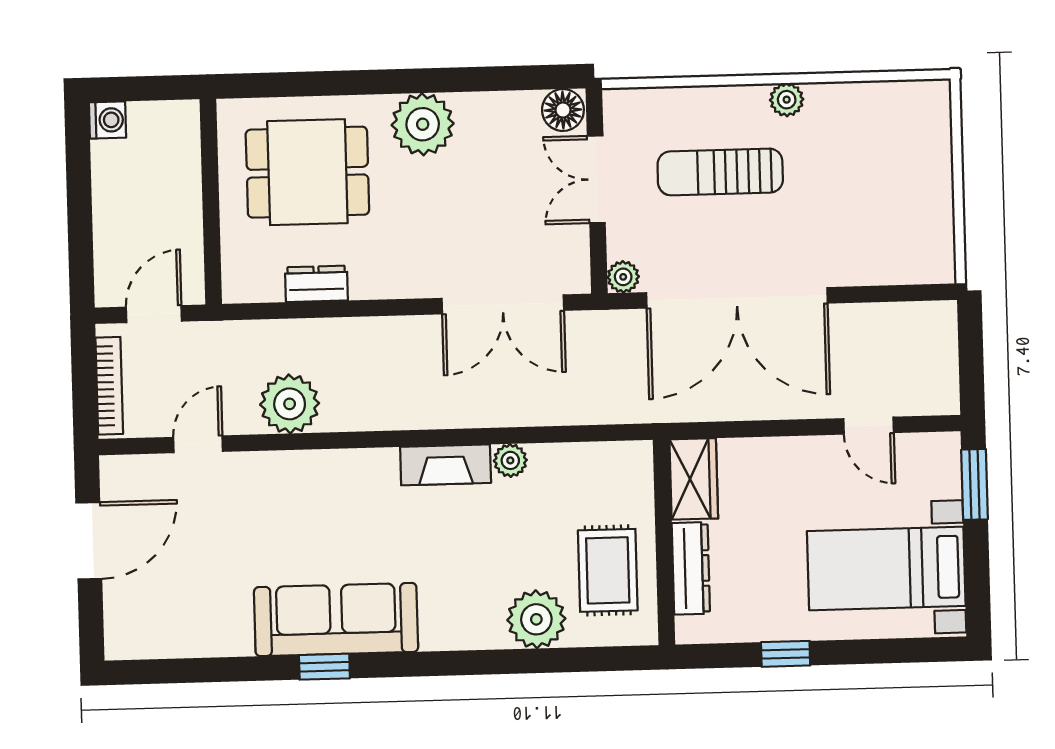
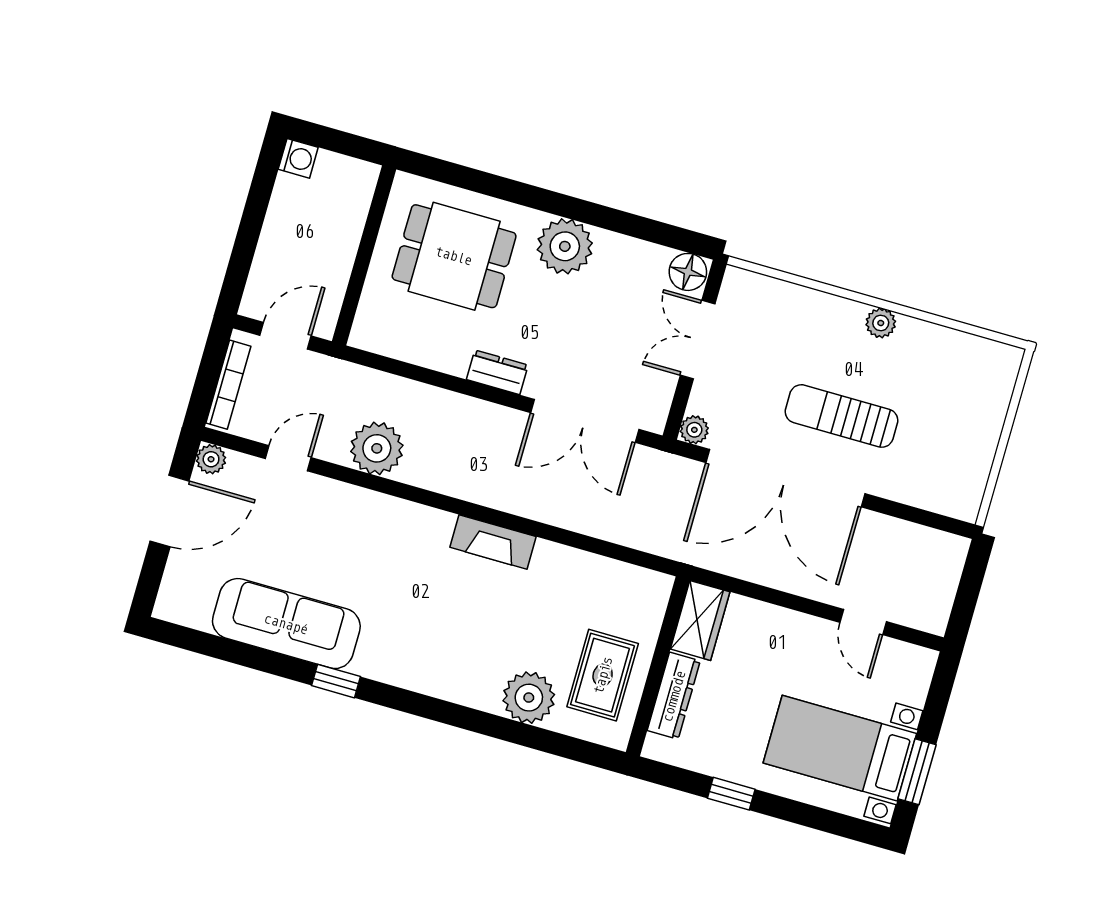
sun lounger: (720, 172) -> (841, 416), moved
dresser: (316, 284) -> (497, 372), moved
plant: (510, 460) -> (211, 459), moved
window: (975, 484) -> (917, 772), moved
sofa: (336, 620) -> (286, 624), moved

